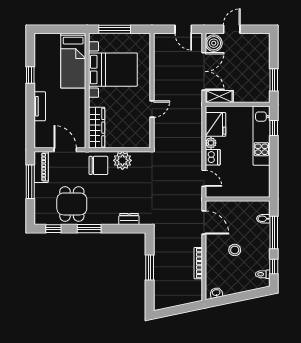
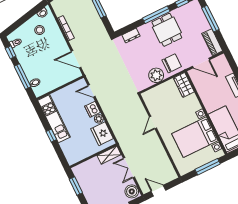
double door: (204, 71) -> (129, 168), width x0.73
wardrobe: (97, 128) -> (184, 85), width x0.67
window: (274, 128) -> (51, 136), moved
kitchen unit: (261, 136) -> (54, 119), moved
chair: (98, 165) -> (172, 63), turned 180
window: (30, 182) -> (210, 19), moved
dining table: (72, 204) -> (167, 30), moved
window: (89, 229) -> (156, 15), width x1.44
stool: (235, 250) -> (40, 30), moved

